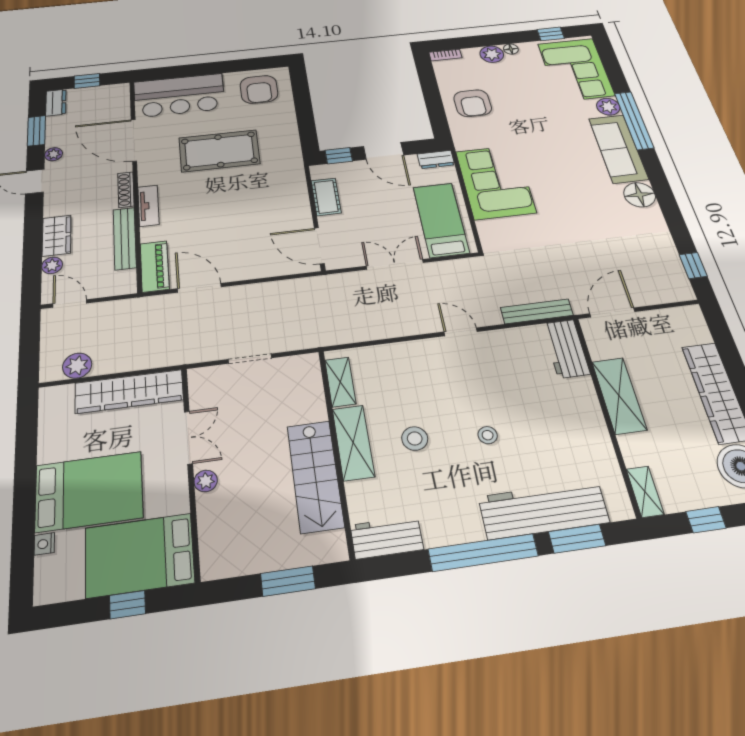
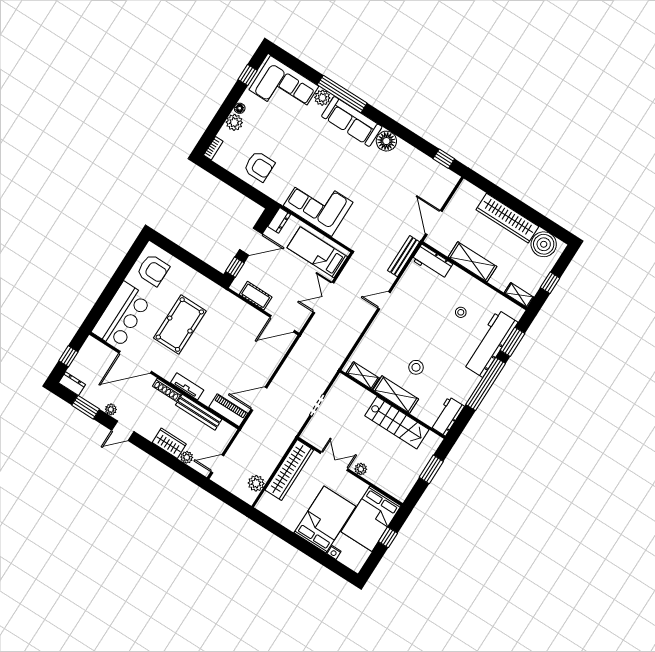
stool: (488, 435) -> (461, 312), moved

